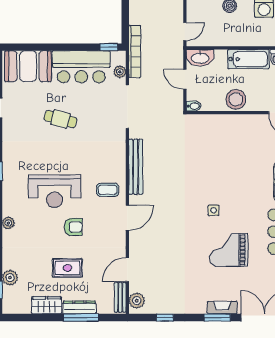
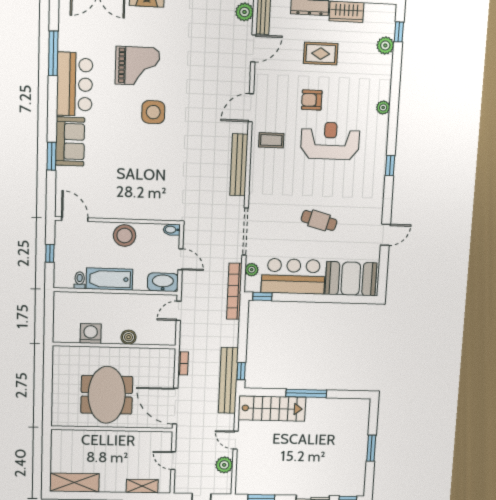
side table: (214, 210) -> (153, 112), width x1.87, depth x1.87

